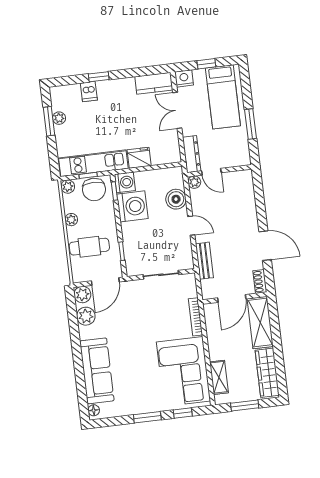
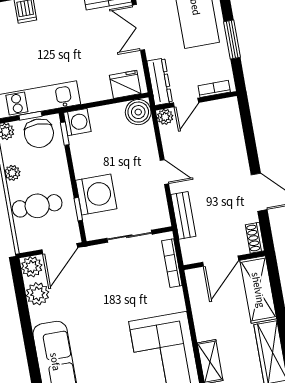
fridge: (139, 158) -> (125, 84), moved
bookcase: (234, 162) -> (214, 89), added
door: (211, 172) -> (186, 103), hinge flipped
boiler: (176, 199) -> (138, 112), moved
washing machine: (132, 206) -> (96, 194), moved
bookcase: (195, 317) -> (172, 263), moved

